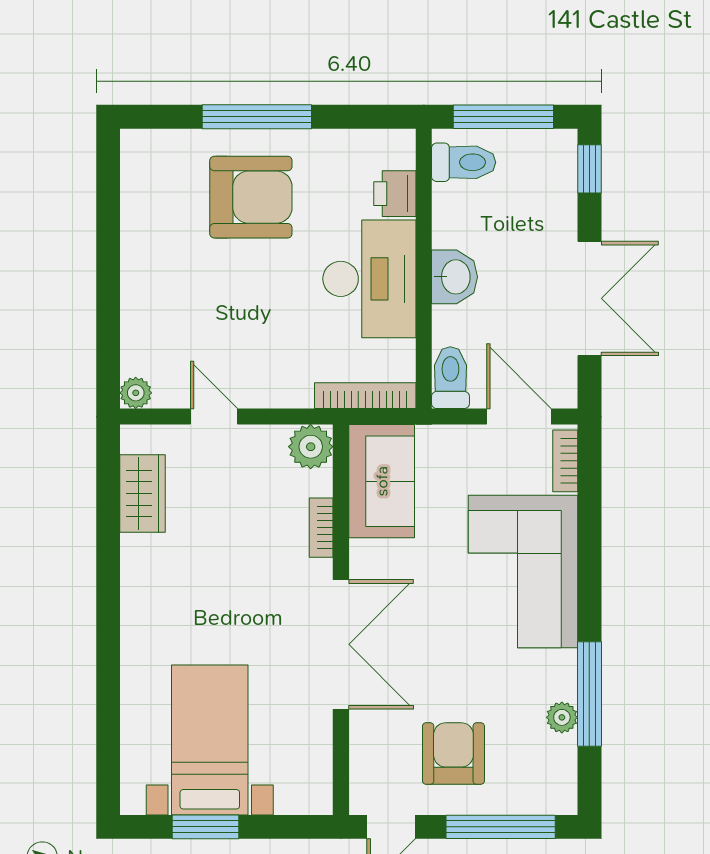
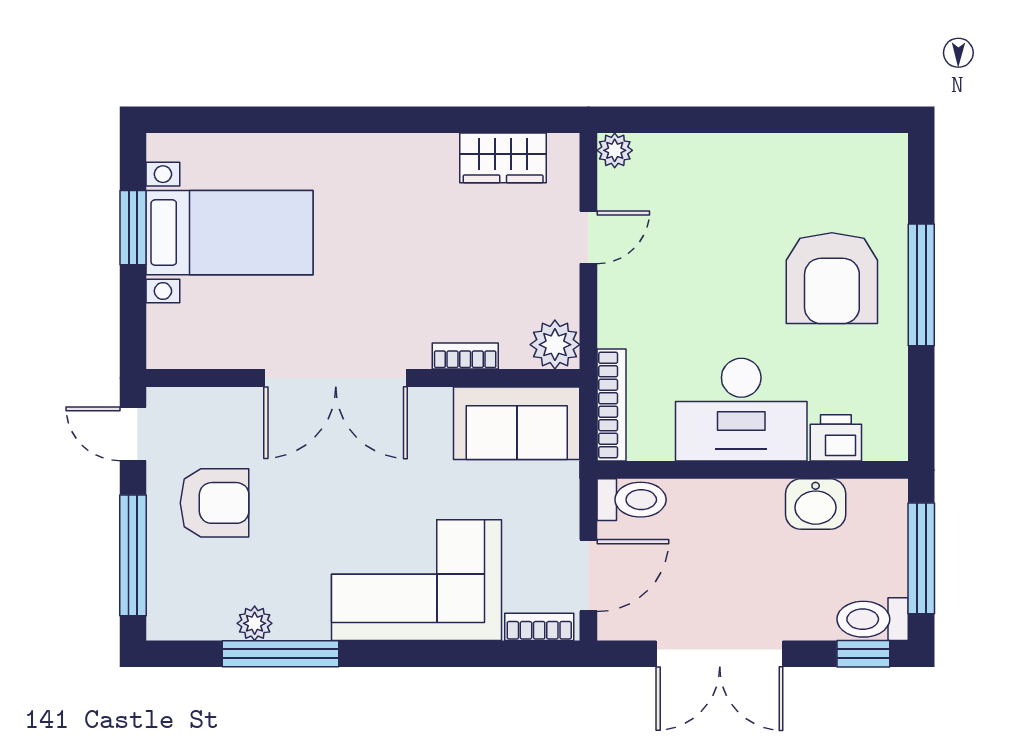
toilet: (464, 162) -> (873, 619), moved, turned 90
washbasin: (454, 277) -> (816, 504), moved

